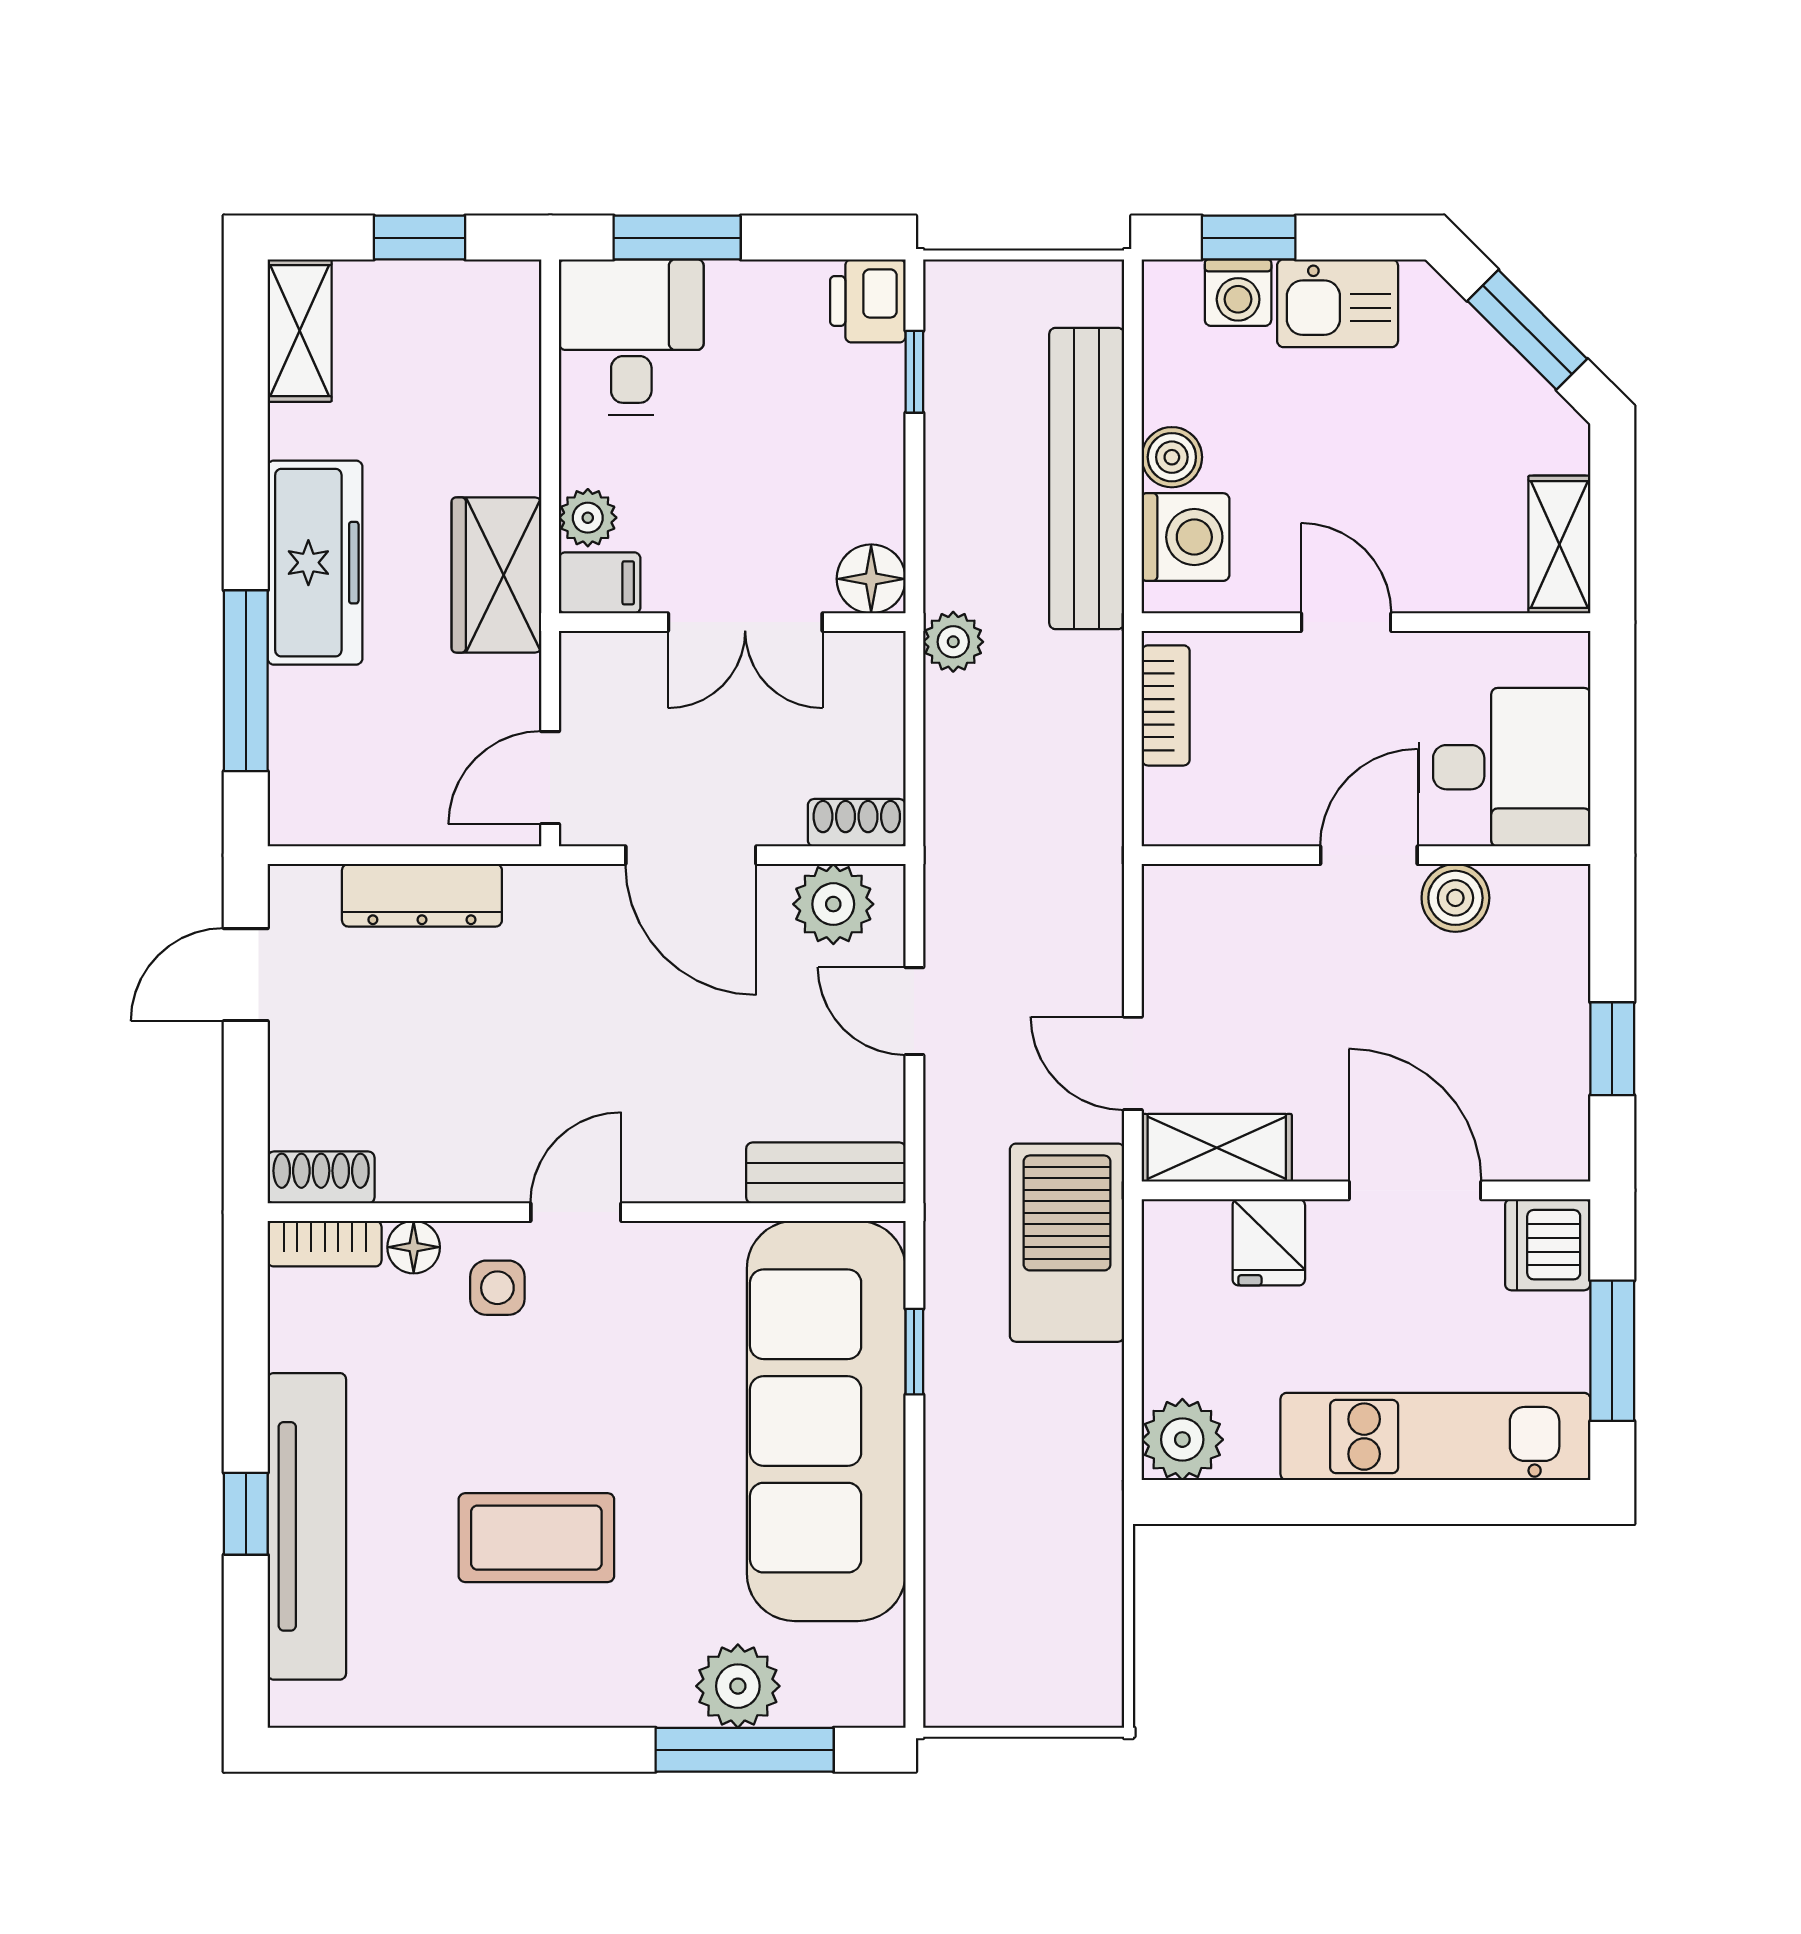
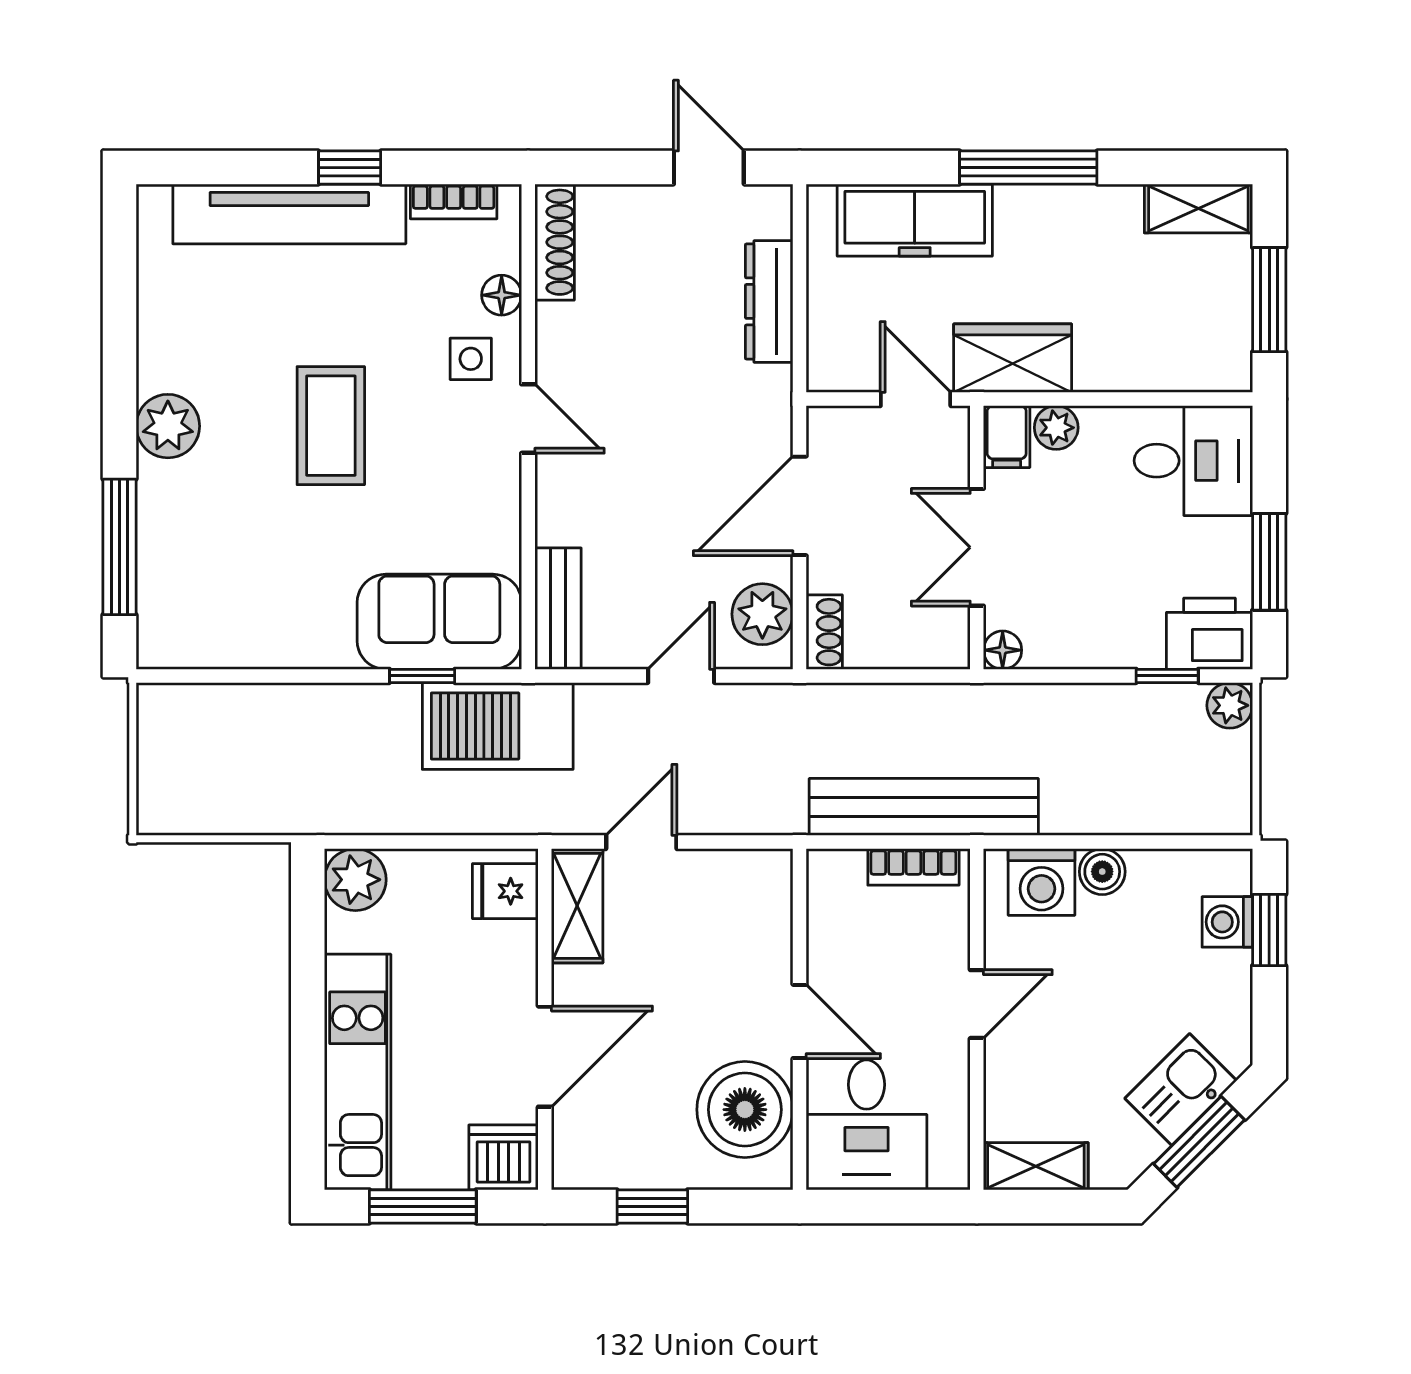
window: (420, 238) -> (1269, 300), width x1.50
window: (677, 238) -> (1269, 562), moved
printer: (868, 301) -> (1210, 634), width x1.36, depth x1.24
kitchen sink: (1338, 303) -> (1181, 1090), moved, turned 45
bench: (1087, 479) -> (924, 807), moved
freezer: (315, 563) -> (915, 220), moved
floor lamp: (871, 579) -> (1003, 650), width x0.73, depth x0.73
plant: (953, 642) -> (1230, 705), moved
window: (246, 681) -> (1028, 168), moved
door: (550, 778) -> (916, 399), moved
boiler: (1455, 898) -> (745, 1110), width x1.86, depth x1.86
shoe rack: (321, 1177) -> (555, 242), width x1.43
fridge: (1269, 1242) -> (505, 891), moved
barbecue: (1067, 1243) -> (498, 726), moved, turned 180
bookcase: (325, 1244) -> (454, 201), moved, turned -90
sofa: (826, 1421) -> (439, 622), width x0.54, depth x0.79
window: (246, 1514) -> (350, 168), moved
coffee table: (536, 1538) -> (331, 426), moved
plant: (738, 1686) -> (168, 426), moved

